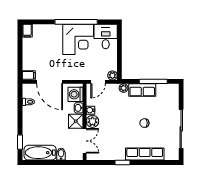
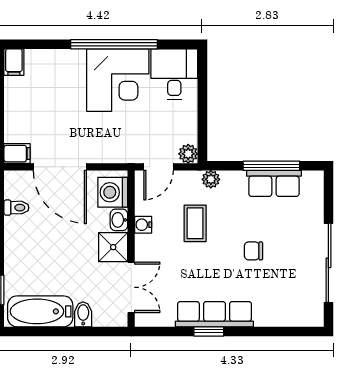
row of seats: (142, 90) -> (274, 183), moved
coffee table: (116, 110) -> (195, 223), added
plant: (92, 121) -> (147, 247), removed
row of seats: (145, 154) -> (214, 314), moved

